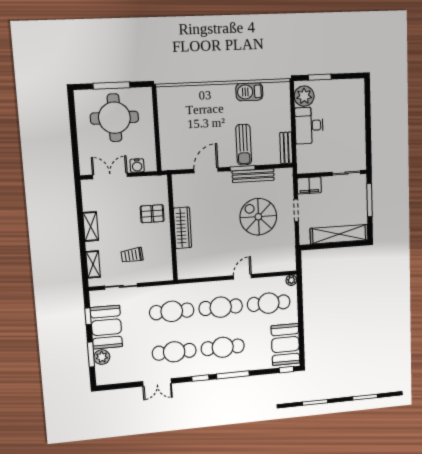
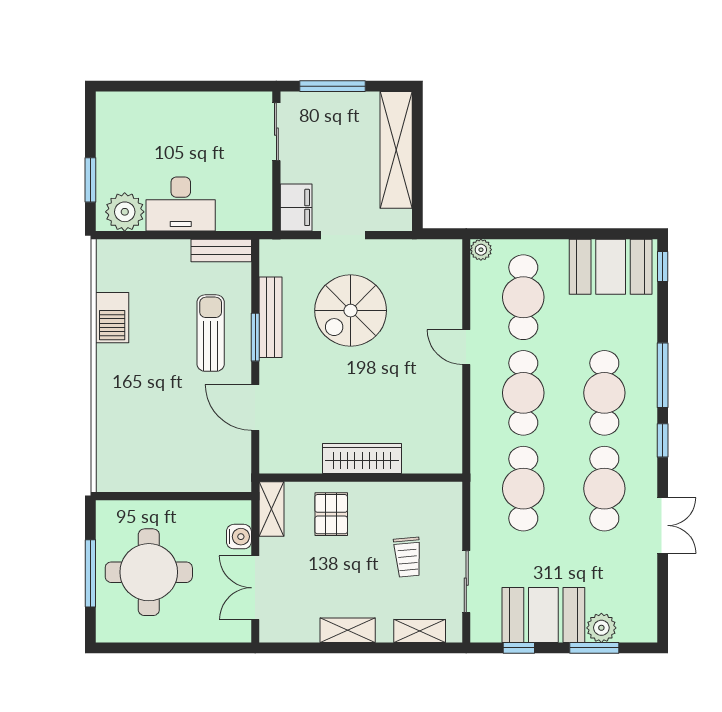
sun lounger: (244, 145) -> (211, 333), turned -90
shelving: (153, 182) -> (271, 509), added

